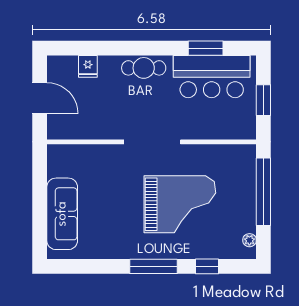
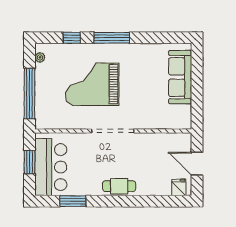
fridge: (88, 66) -> (179, 187), moved
bar counter: (212, 77) -> (51, 167), moved, turned 90

